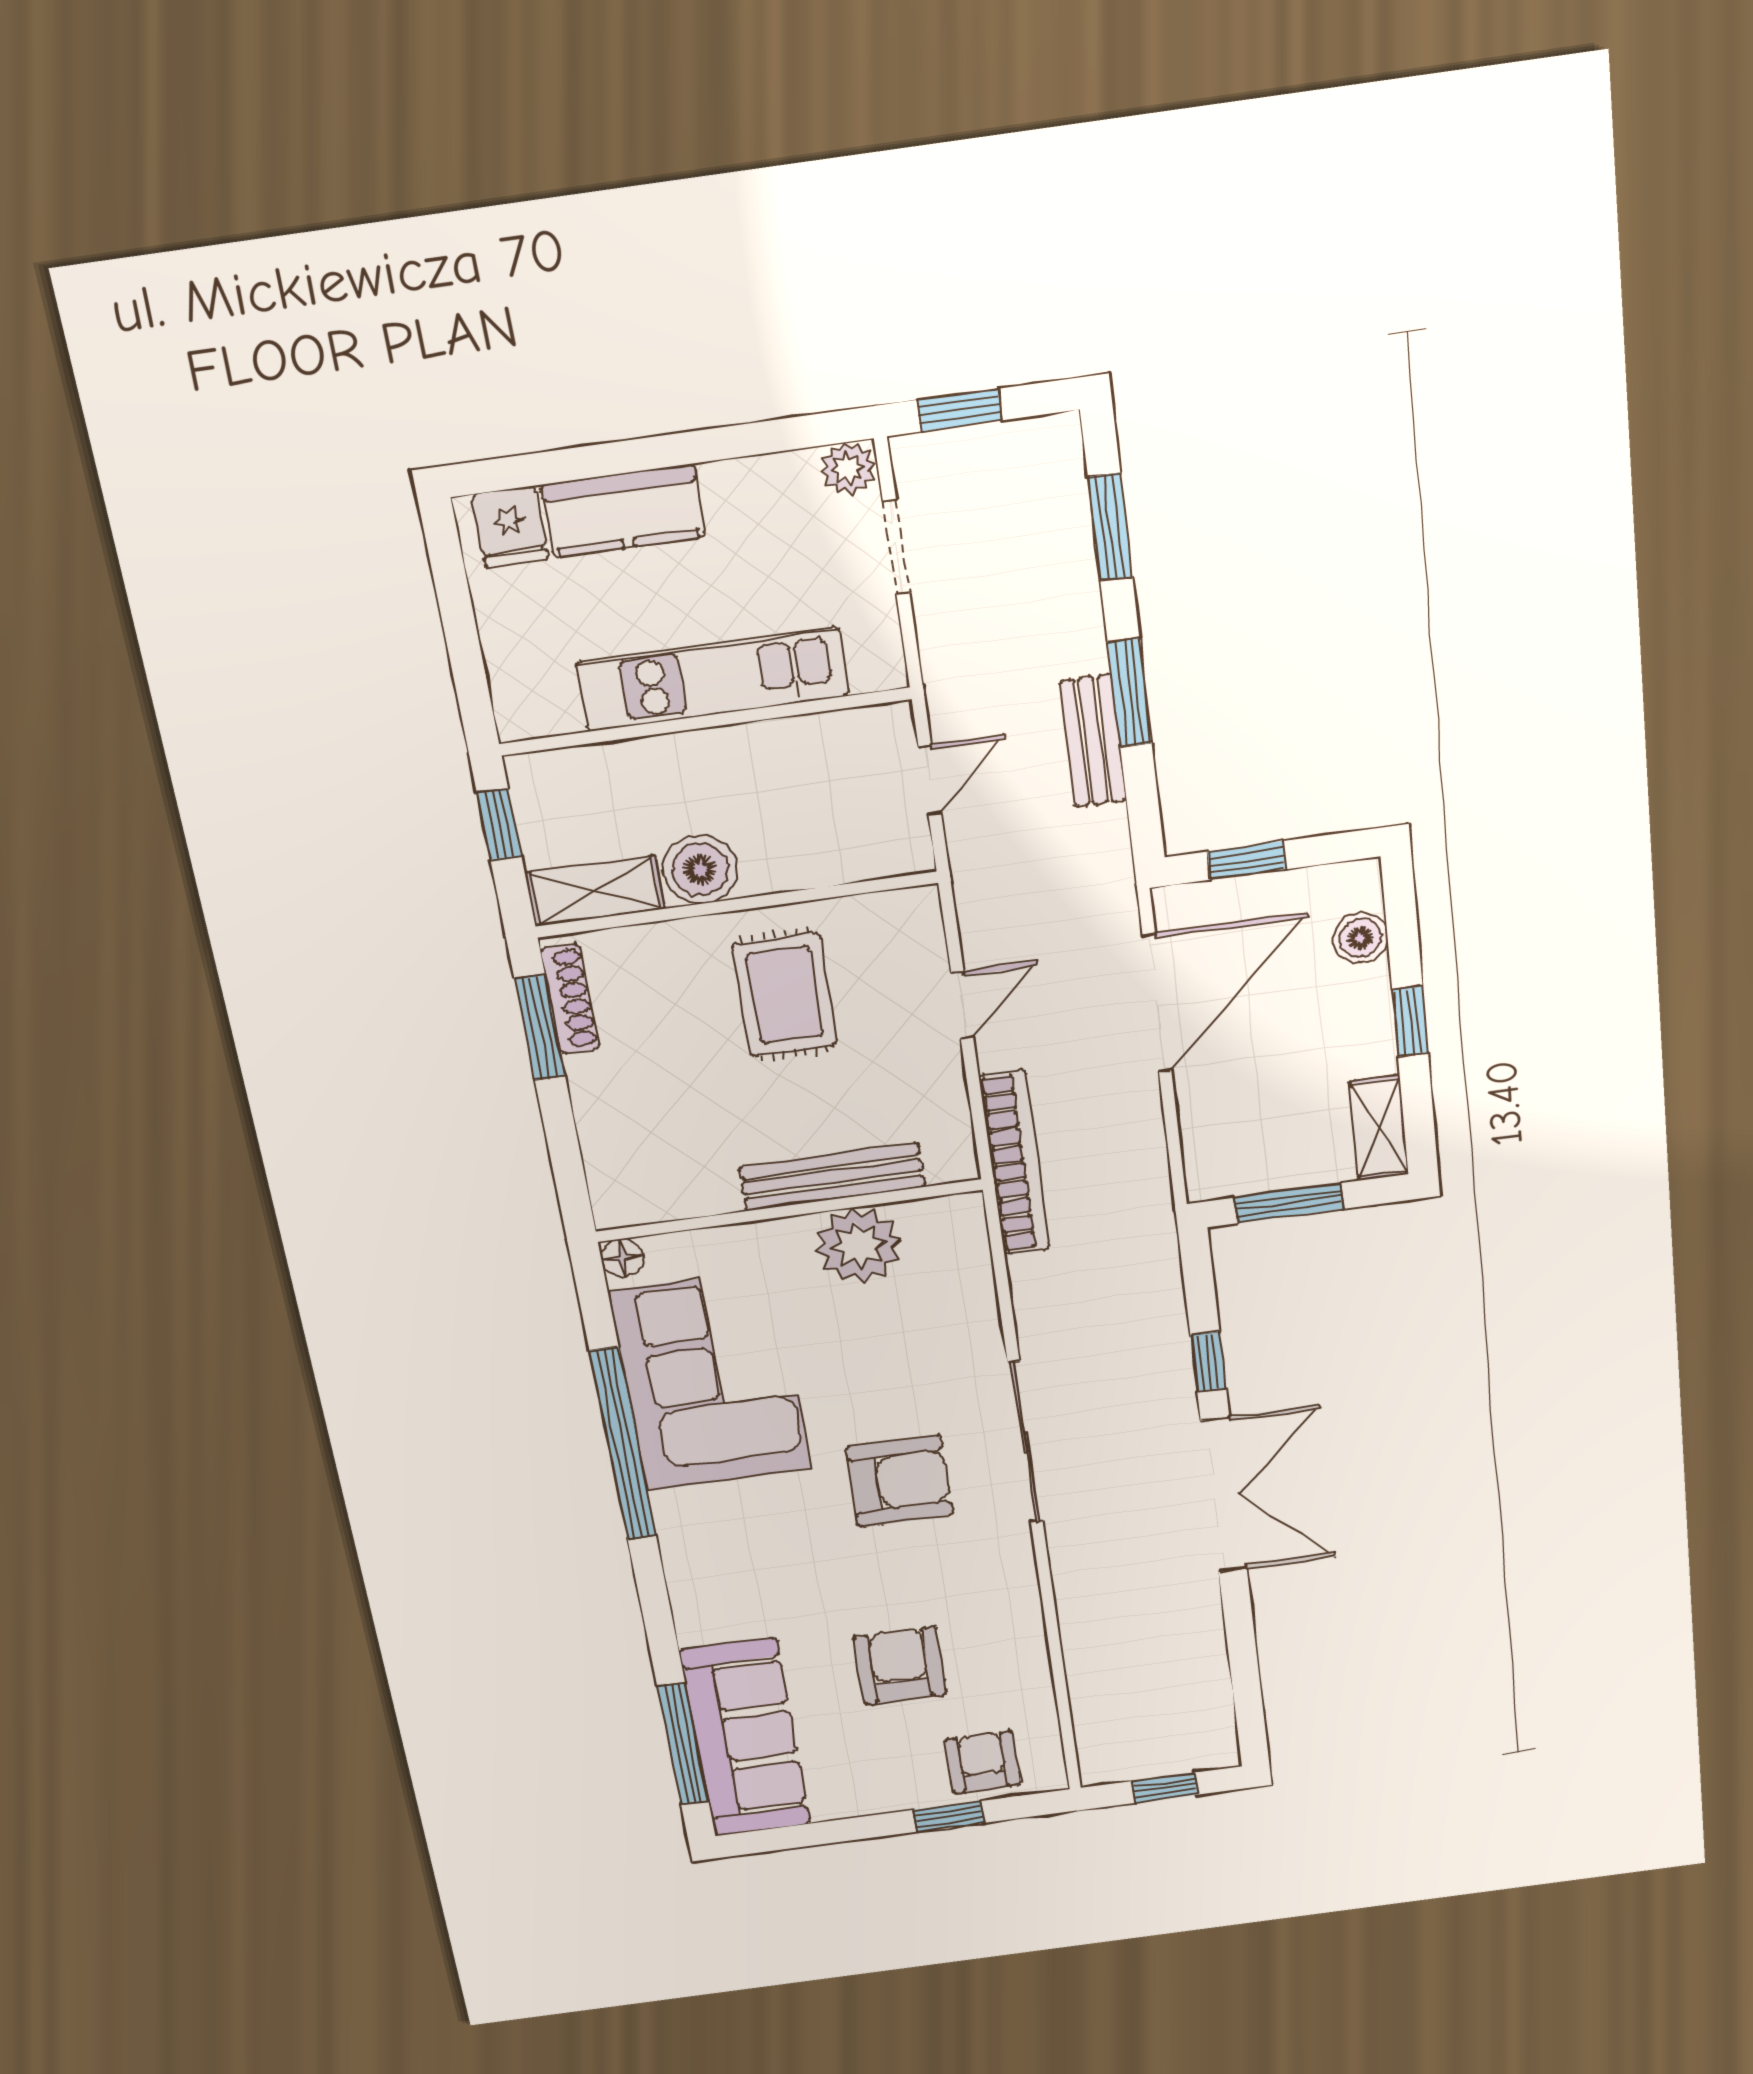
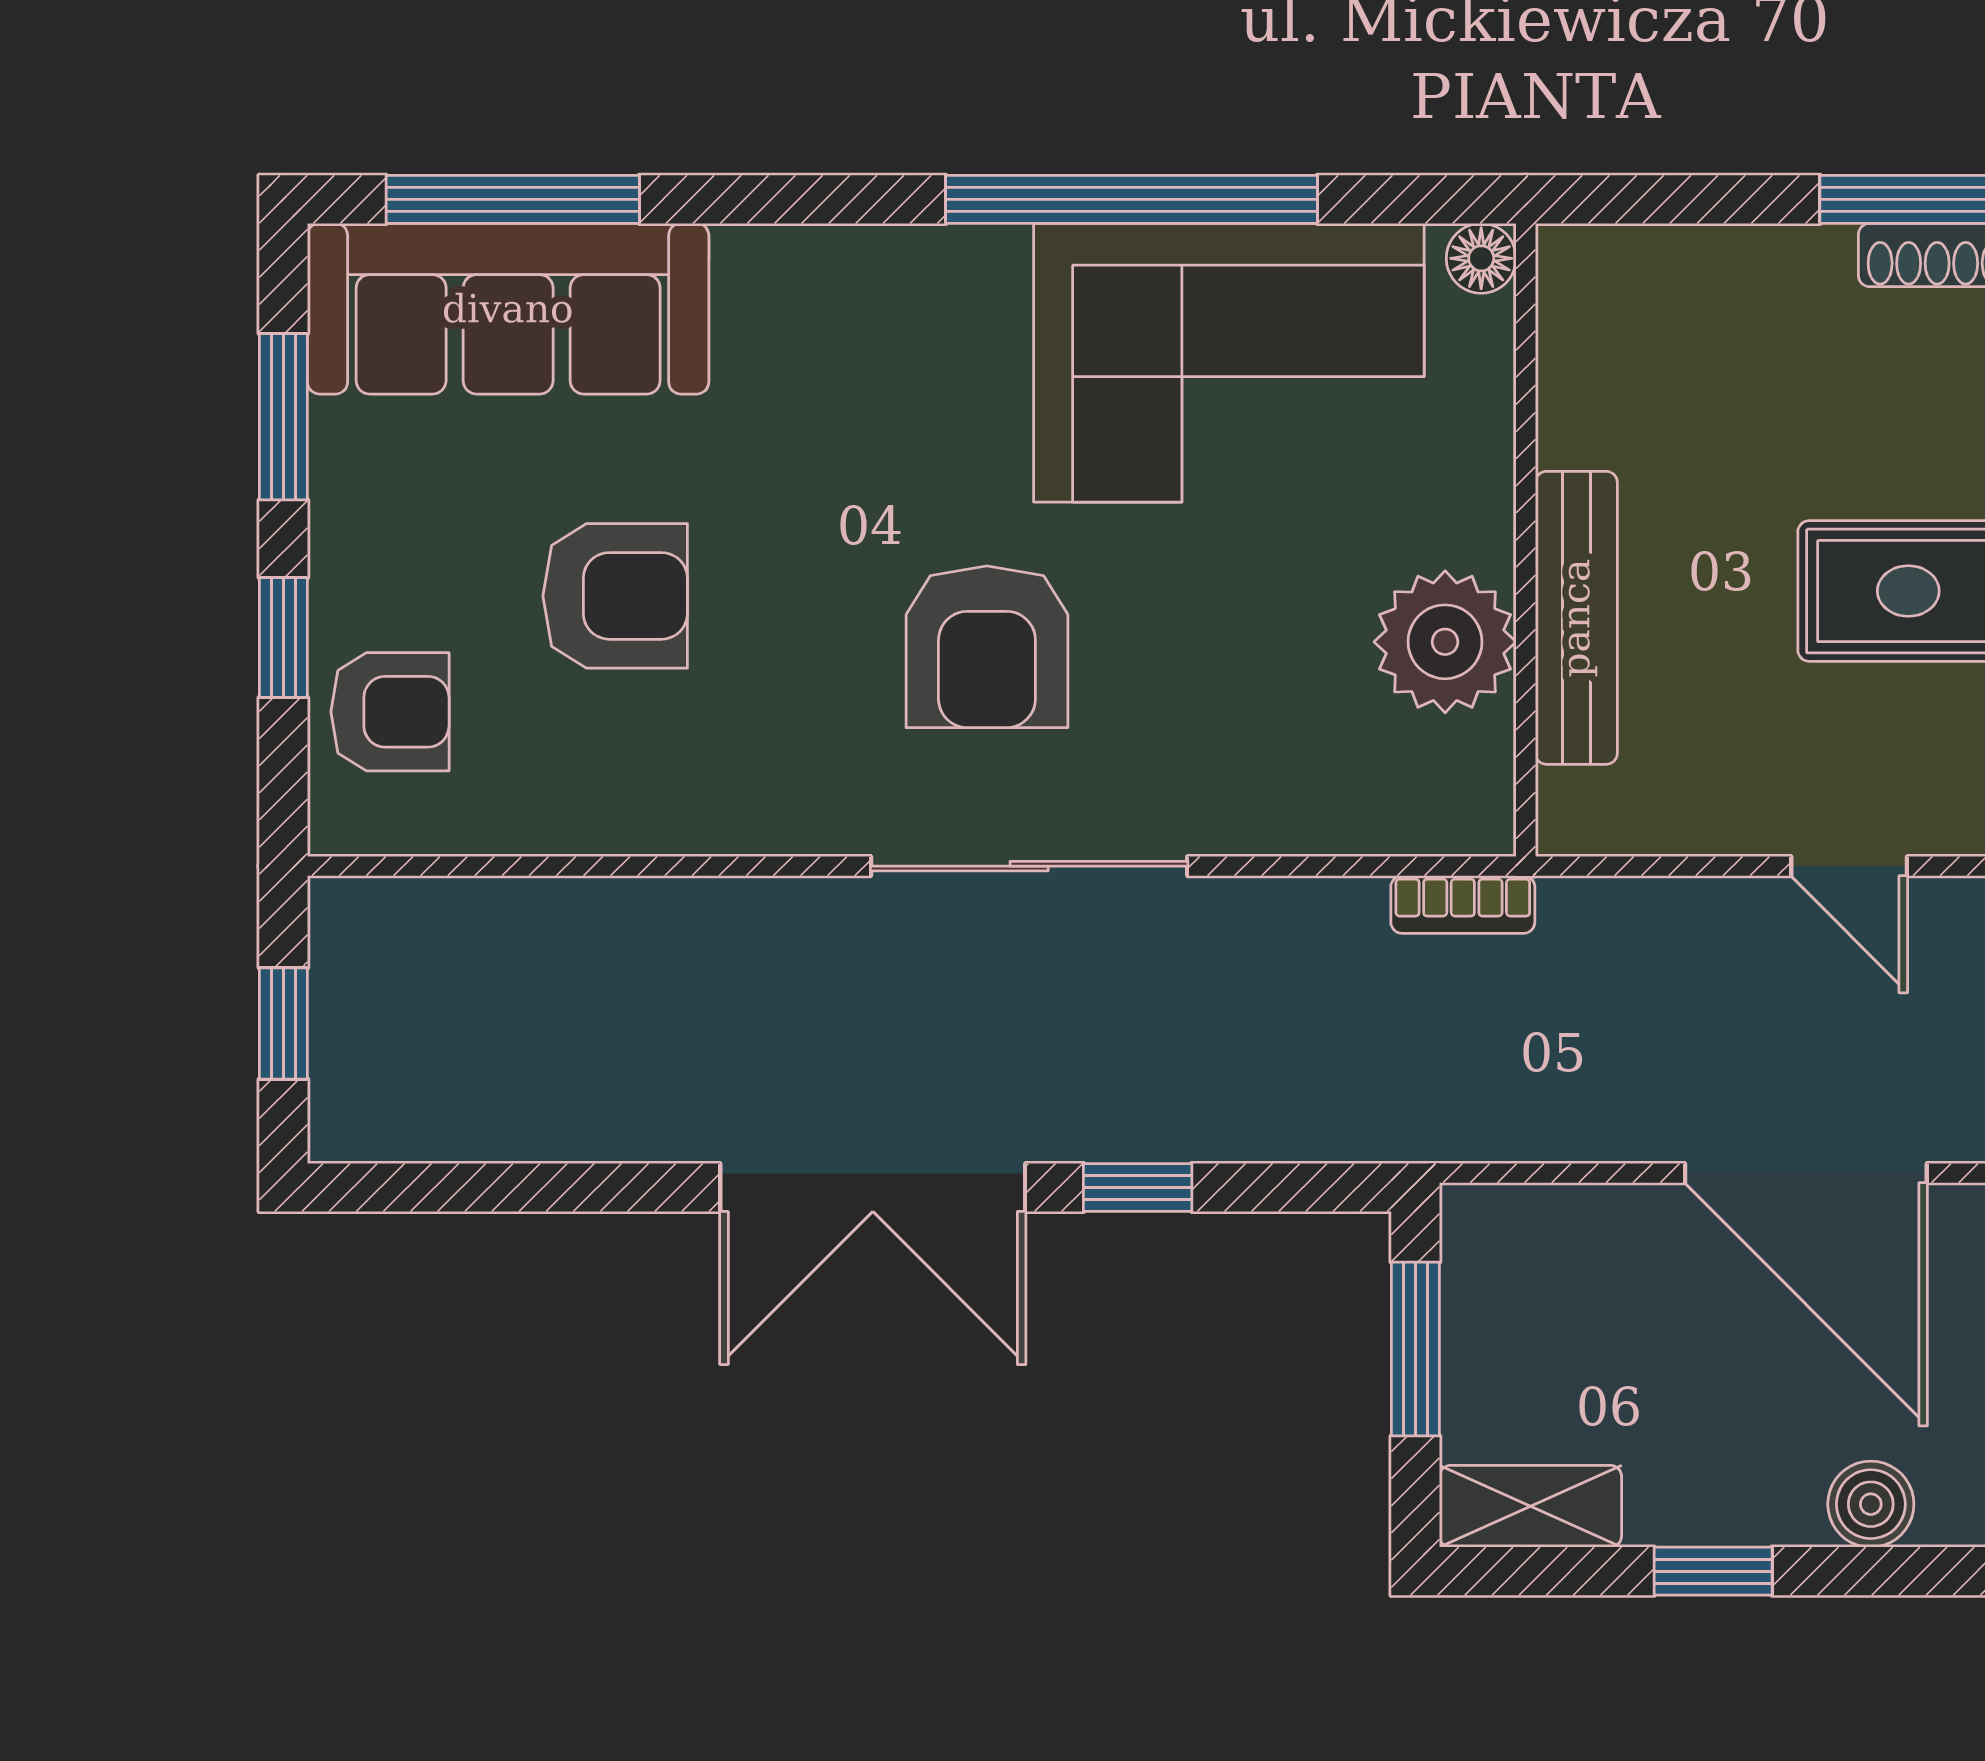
bookcase: (1014, 1163) -> (1463, 905), width x0.43, depth x0.76
window: (825, 1833) -> (283, 417), added

